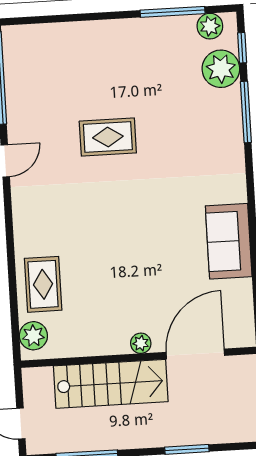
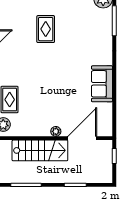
rug: (108, 137) -> (46, 29), turned 90

